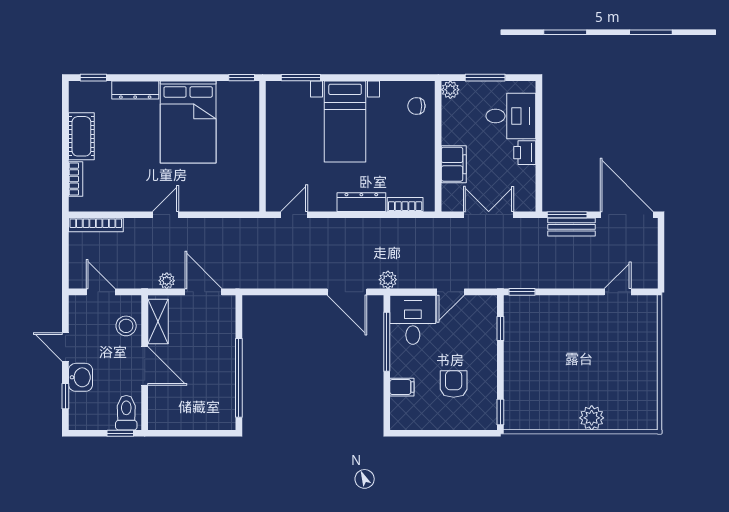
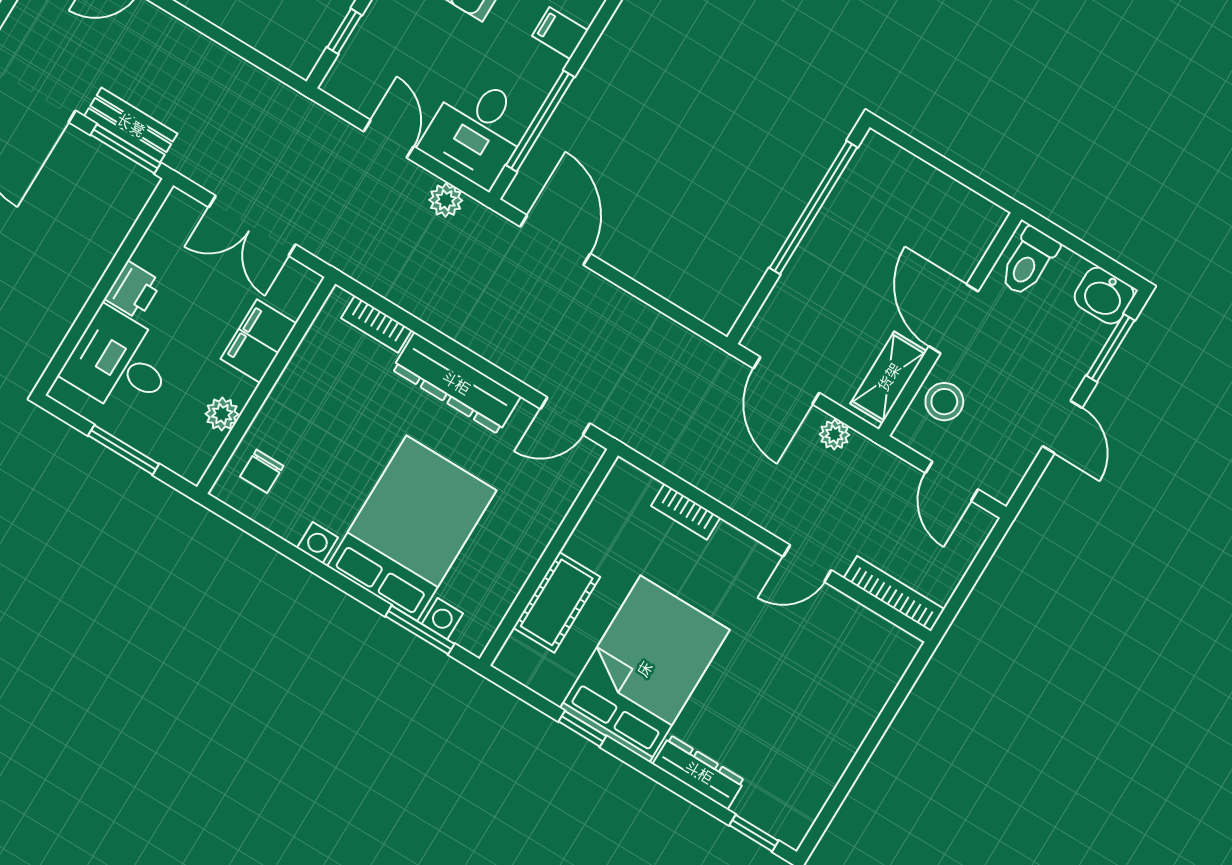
window: (242, 78) -> (582, 729), moved
plant: (450, 90) -> (222, 414), moved
chair: (416, 106) -> (262, 471), turned 90
bed with nightstands: (345, 121) -> (412, 528), width x1.36
cot: (81, 136) -> (557, 602), moved
bookcase: (76, 179) -> (686, 512), moved, turned -90
dresser: (361, 202) -> (456, 383), width x1.37, depth x1.24
door: (165, 215) -> (807, 563), moved
plant: (388, 280) -> (446, 200), moved
door: (451, 292) -> (389, 139), hinge flipped
window: (522, 292) -> (274, 69), removed
washbasin: (81, 377) -> (1104, 296), moved, turned -90
window: (65, 396) -> (1110, 348), width x1.50
window: (120, 433) -> (1059, 234), removed

